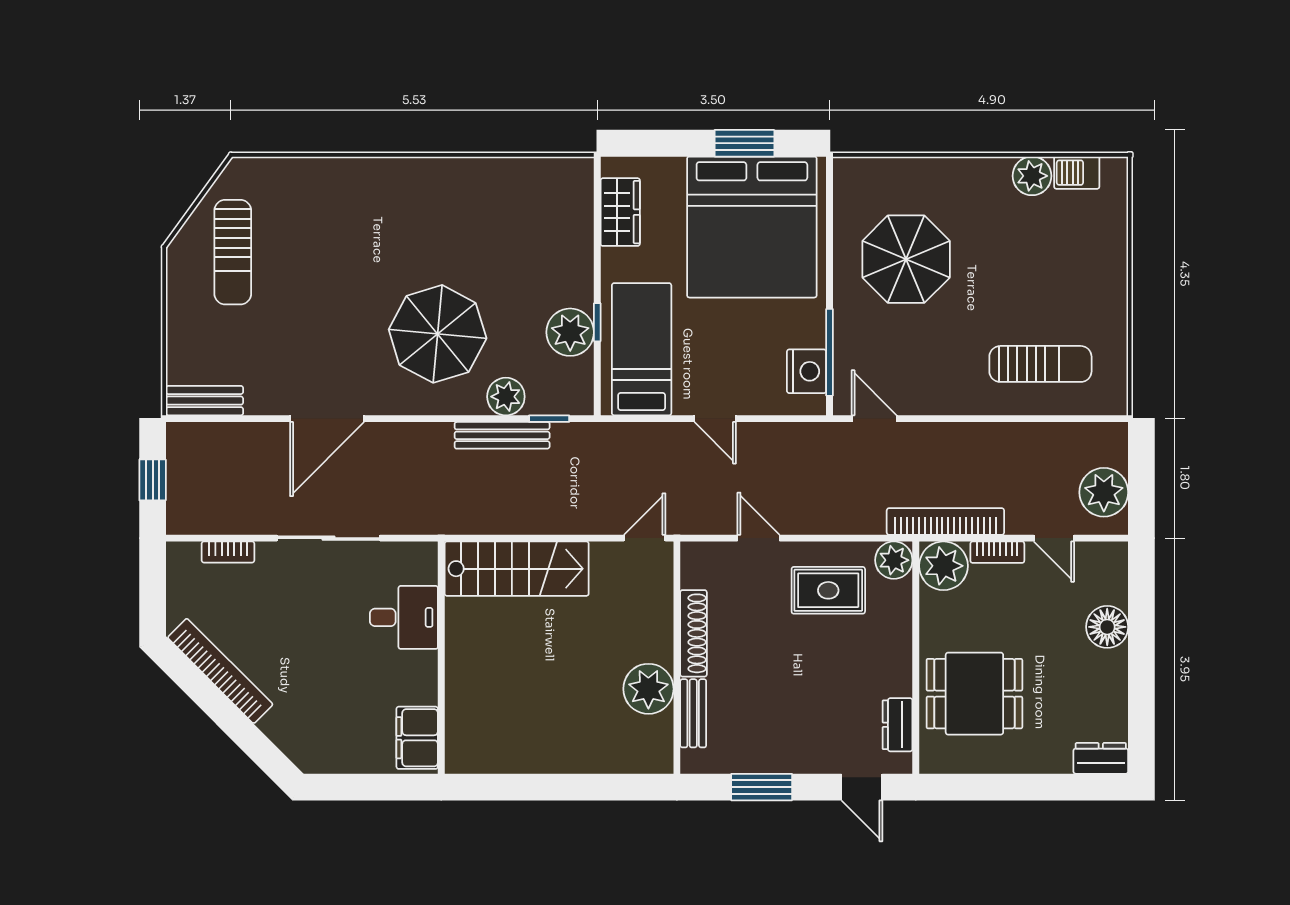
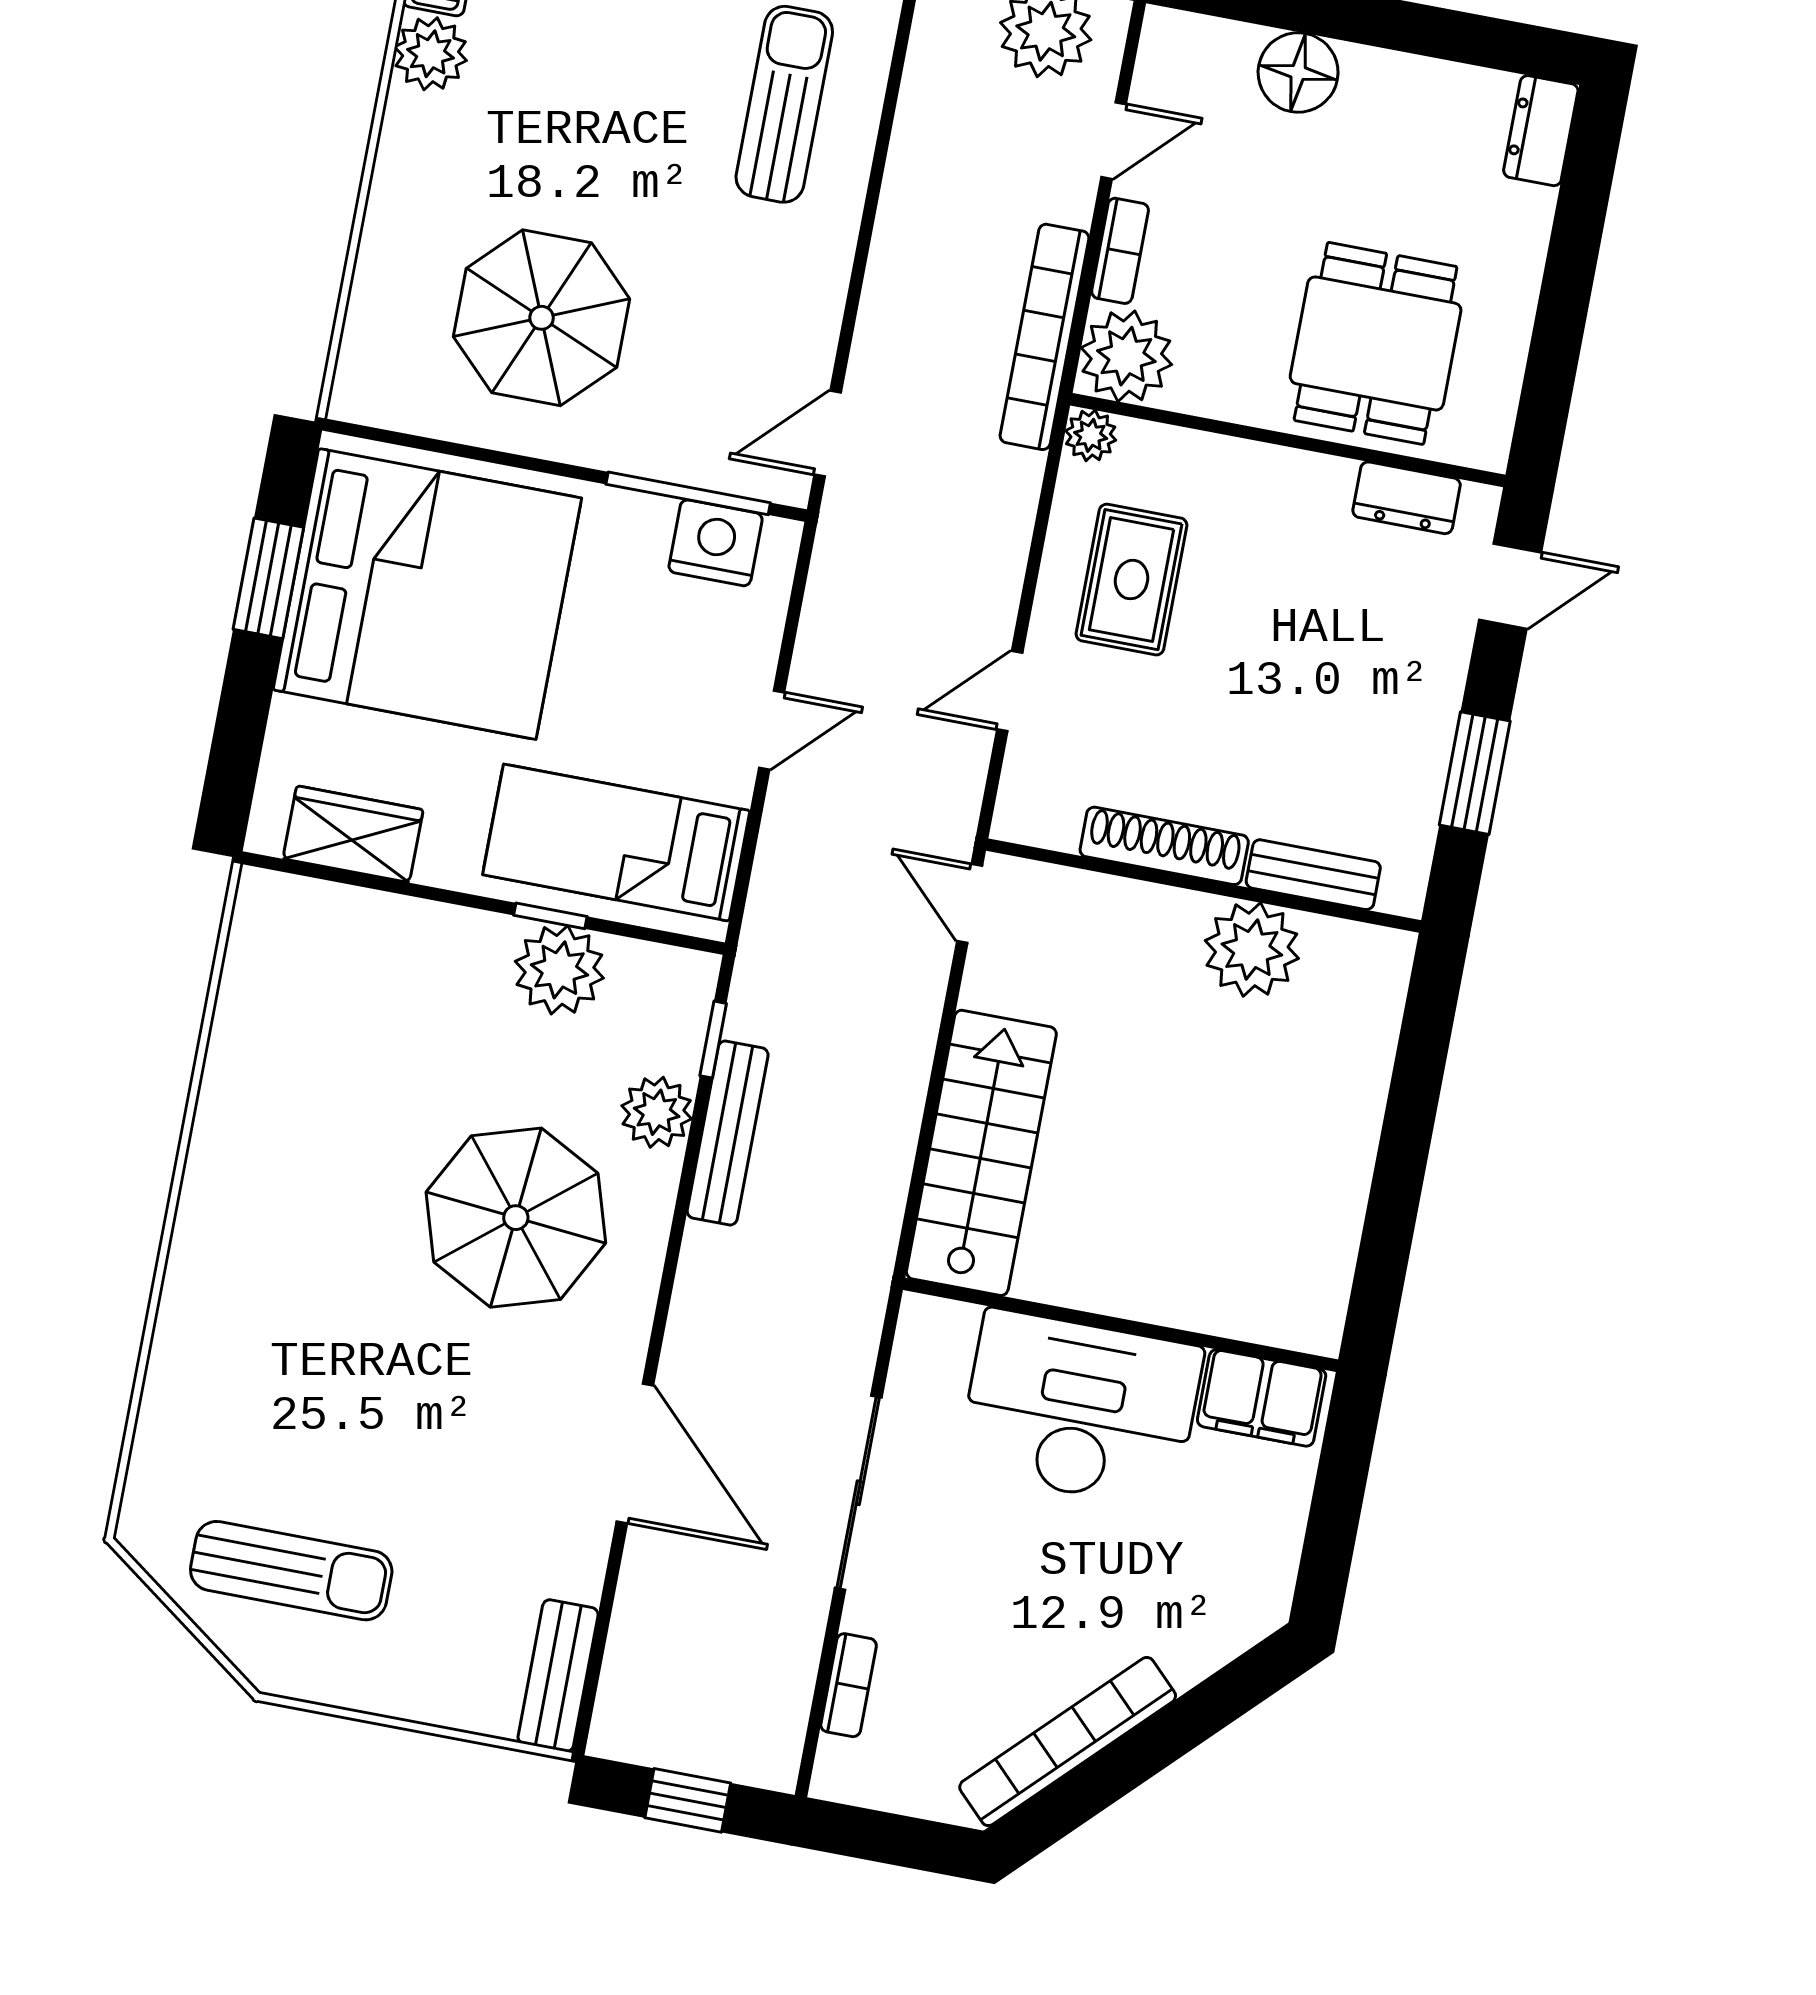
plant: (894, 560) -> (1091, 435), width x0.73, depth x0.73
desk: (404, 617) -> (1080, 1409), width x1.87, depth x1.30

